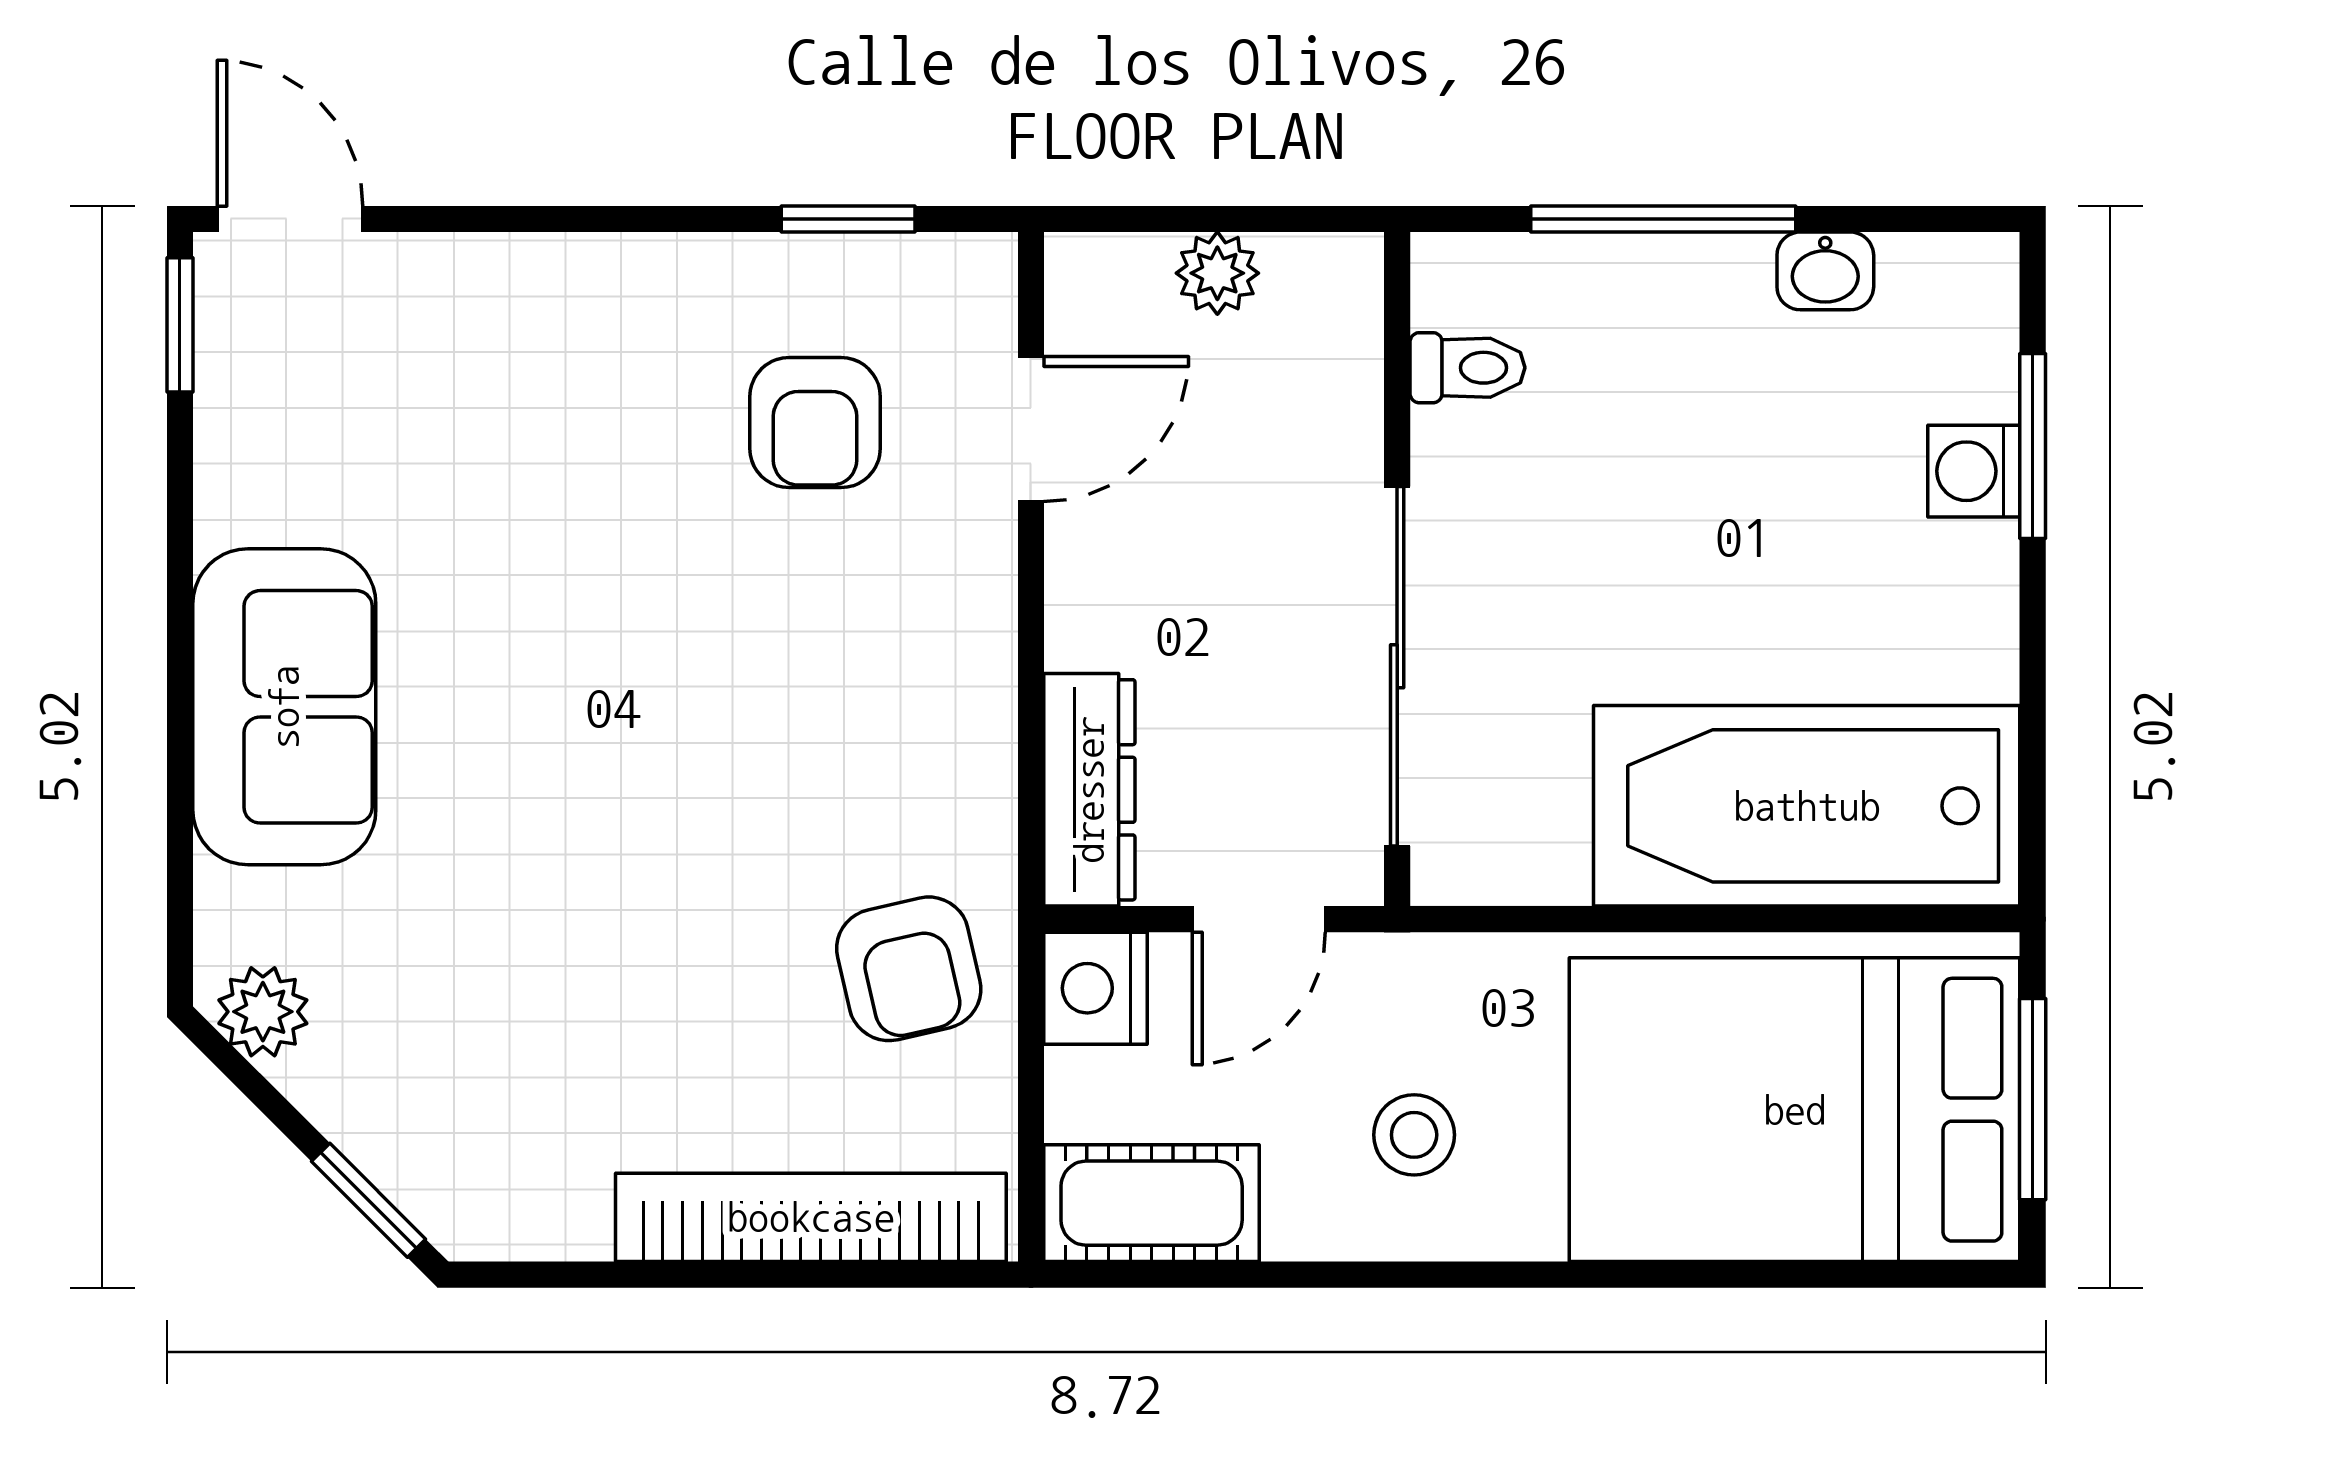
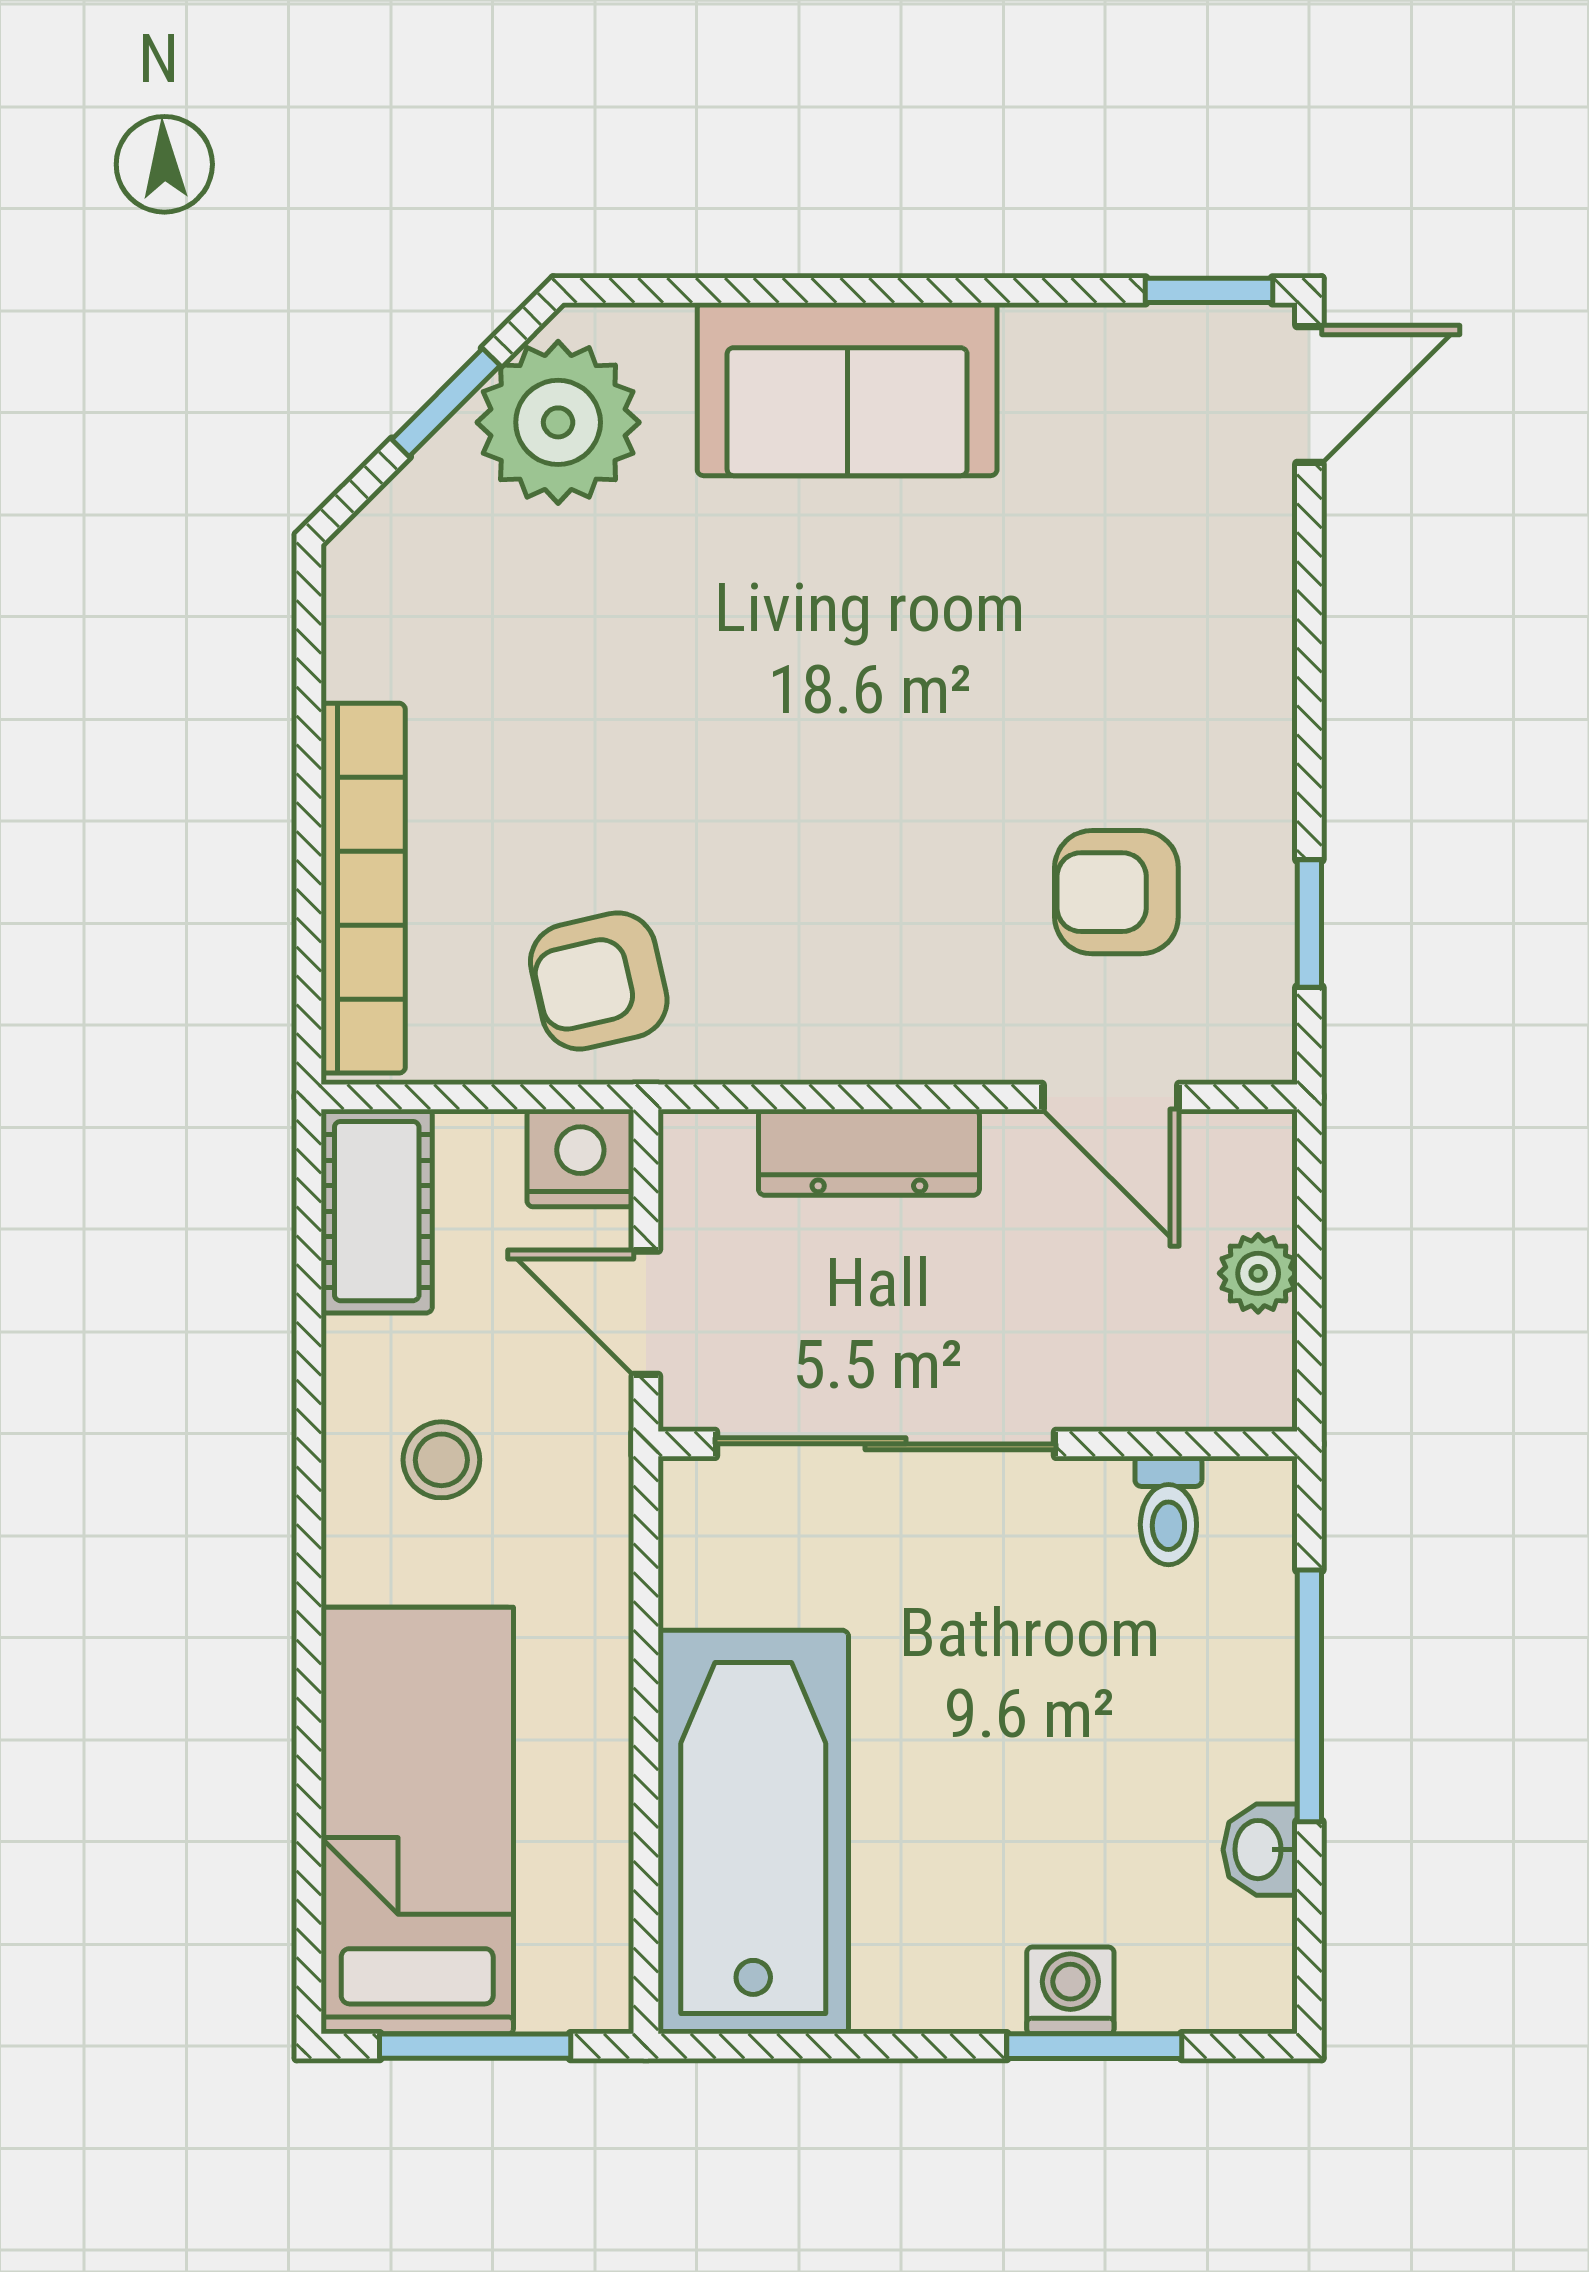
dresser: (1089, 790) -> (869, 1152), moved
plant: (263, 1012) -> (558, 422), width x1.88, depth x1.88
bed: (1795, 1110) -> (417, 1821), width x0.67
window: (369, 1200) -> (446, 402), moved

